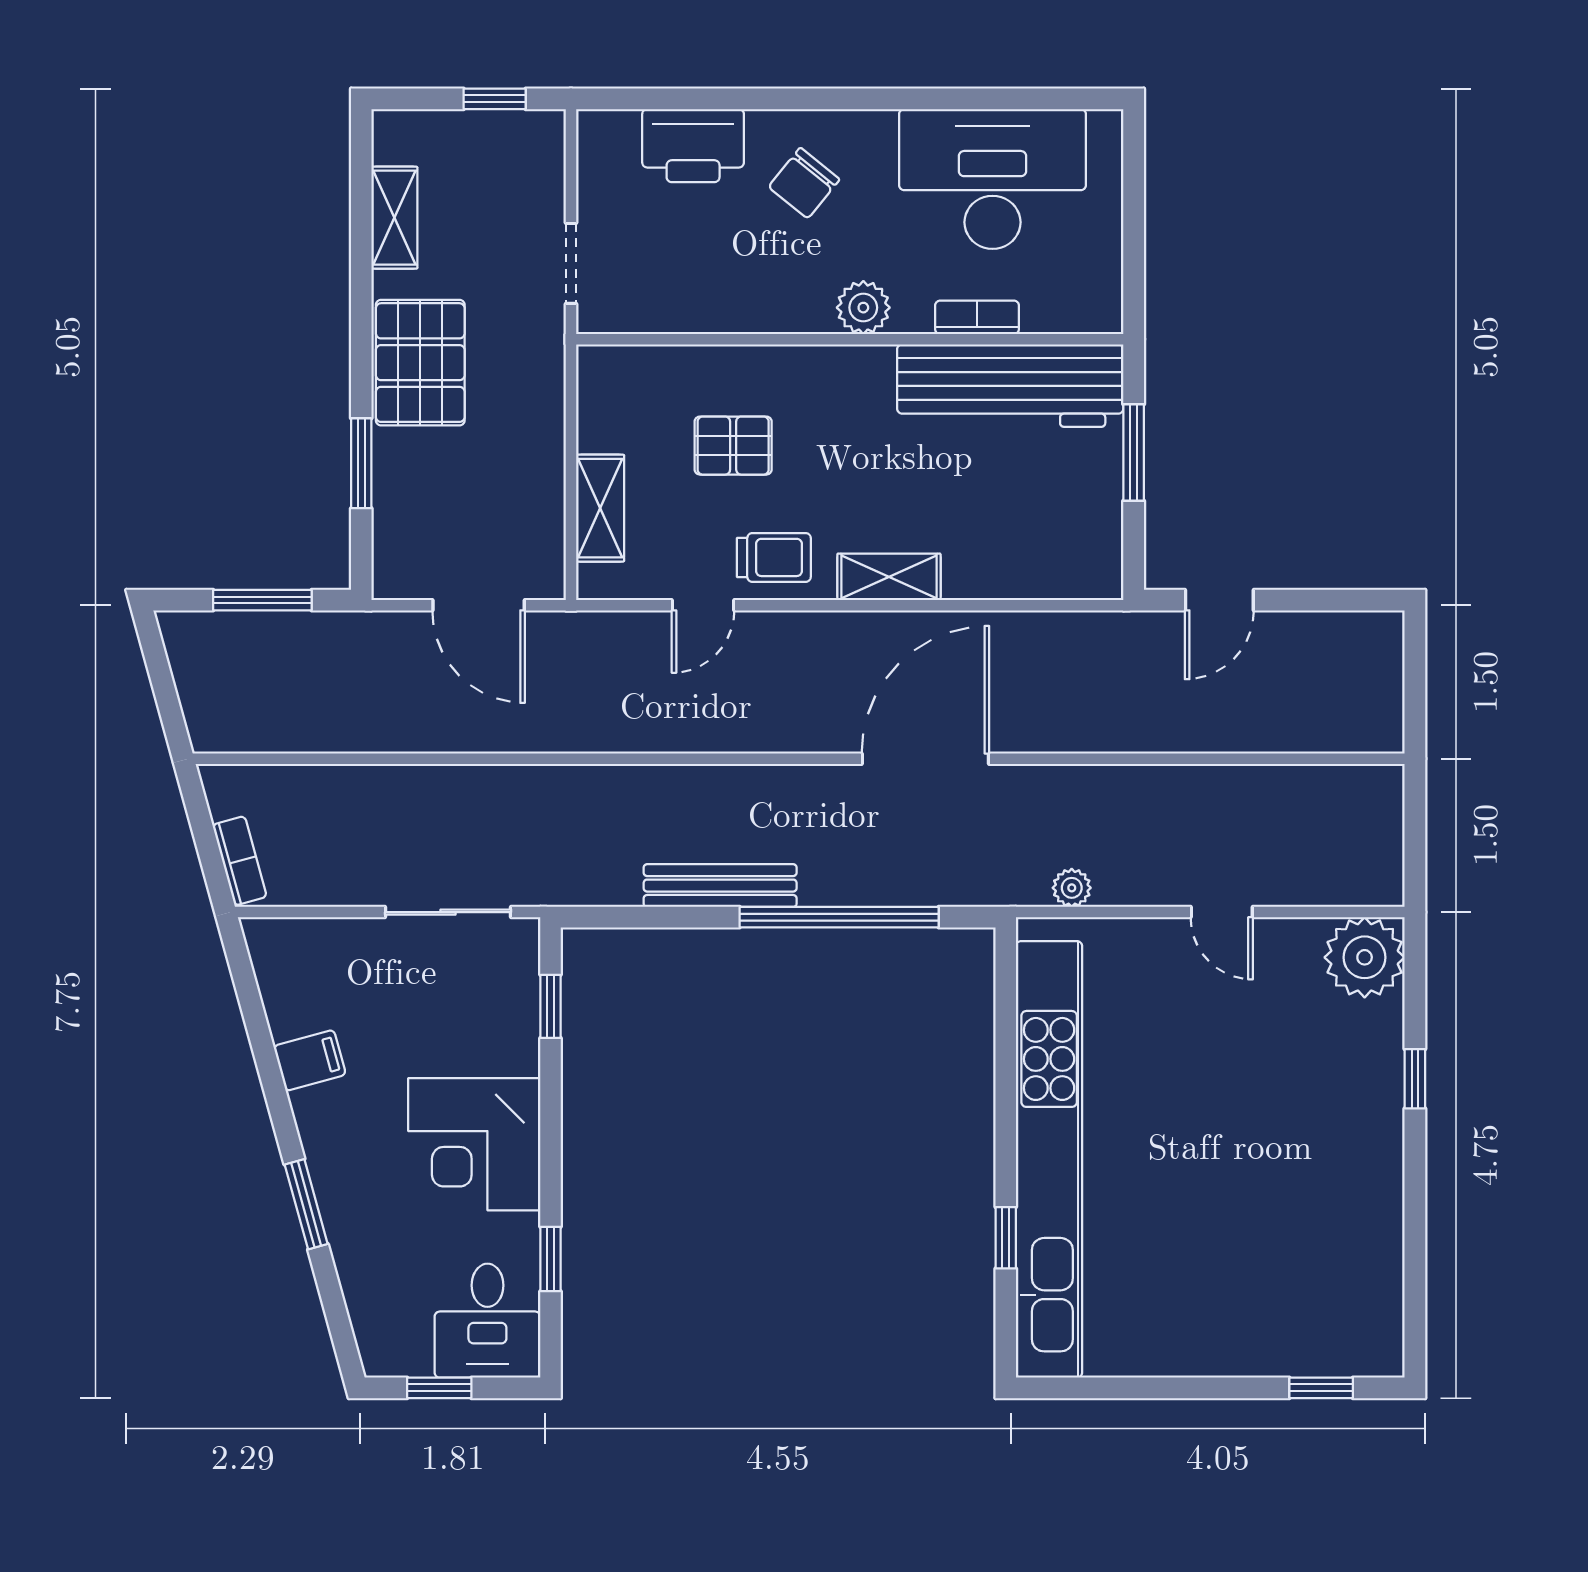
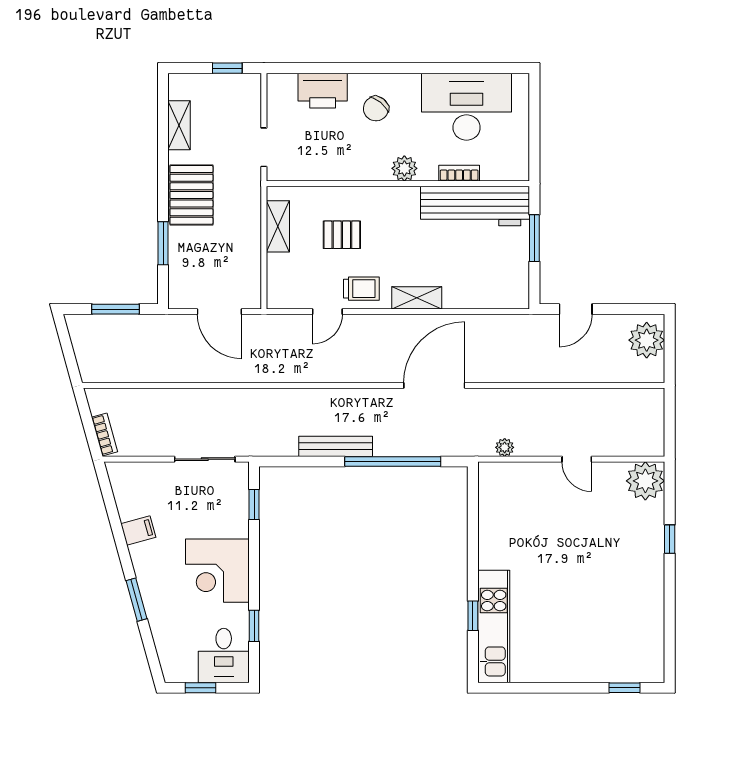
shelving: (600, 508) -> (278, 226), moved
plant: (1367, 665) -> (647, 340), added
kitchen unit: (1049, 1159) -> (494, 626), width x0.54

